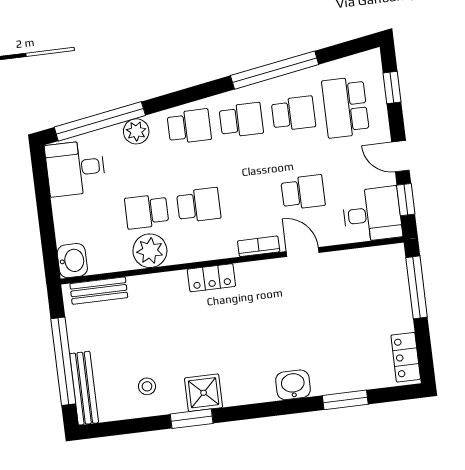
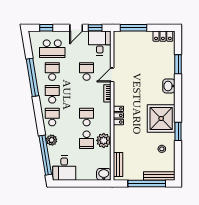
shower: (204, 393) -> (161, 118), width x1.86, depth x1.86

